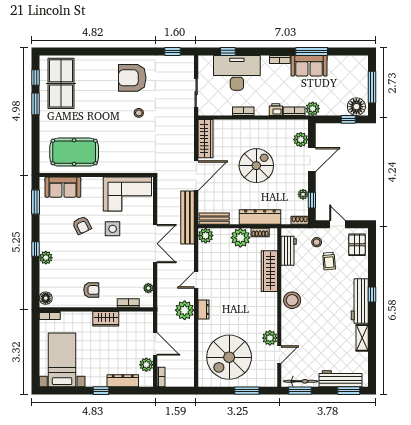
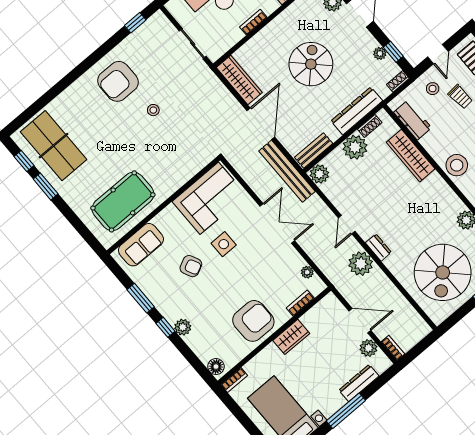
window: (35, 202) -> (141, 298), moved
door: (337, 224) -> (438, 54), swing flipped
armchair: (91, 290) -> (253, 321), width x1.88, depth x1.88
window: (101, 391) -> (346, 411), width x2.17

